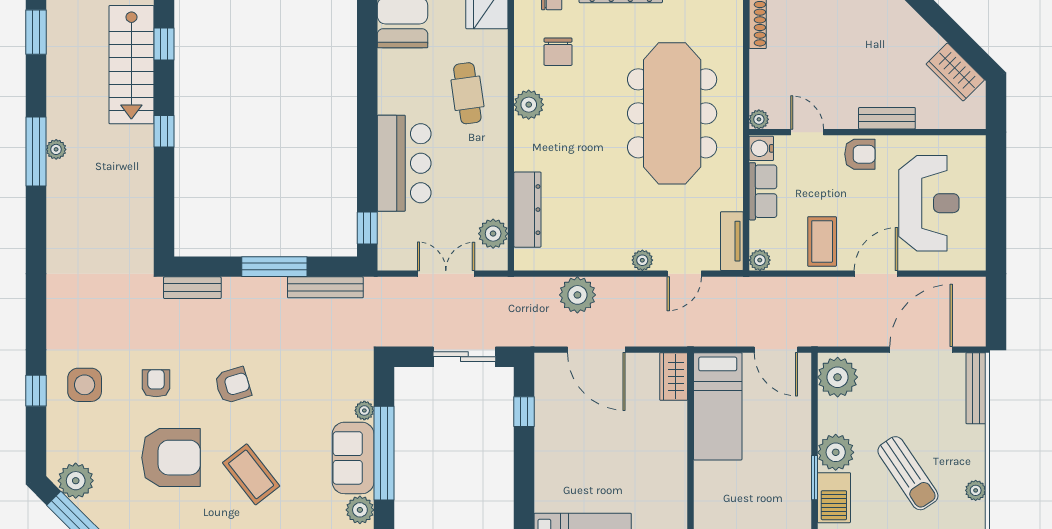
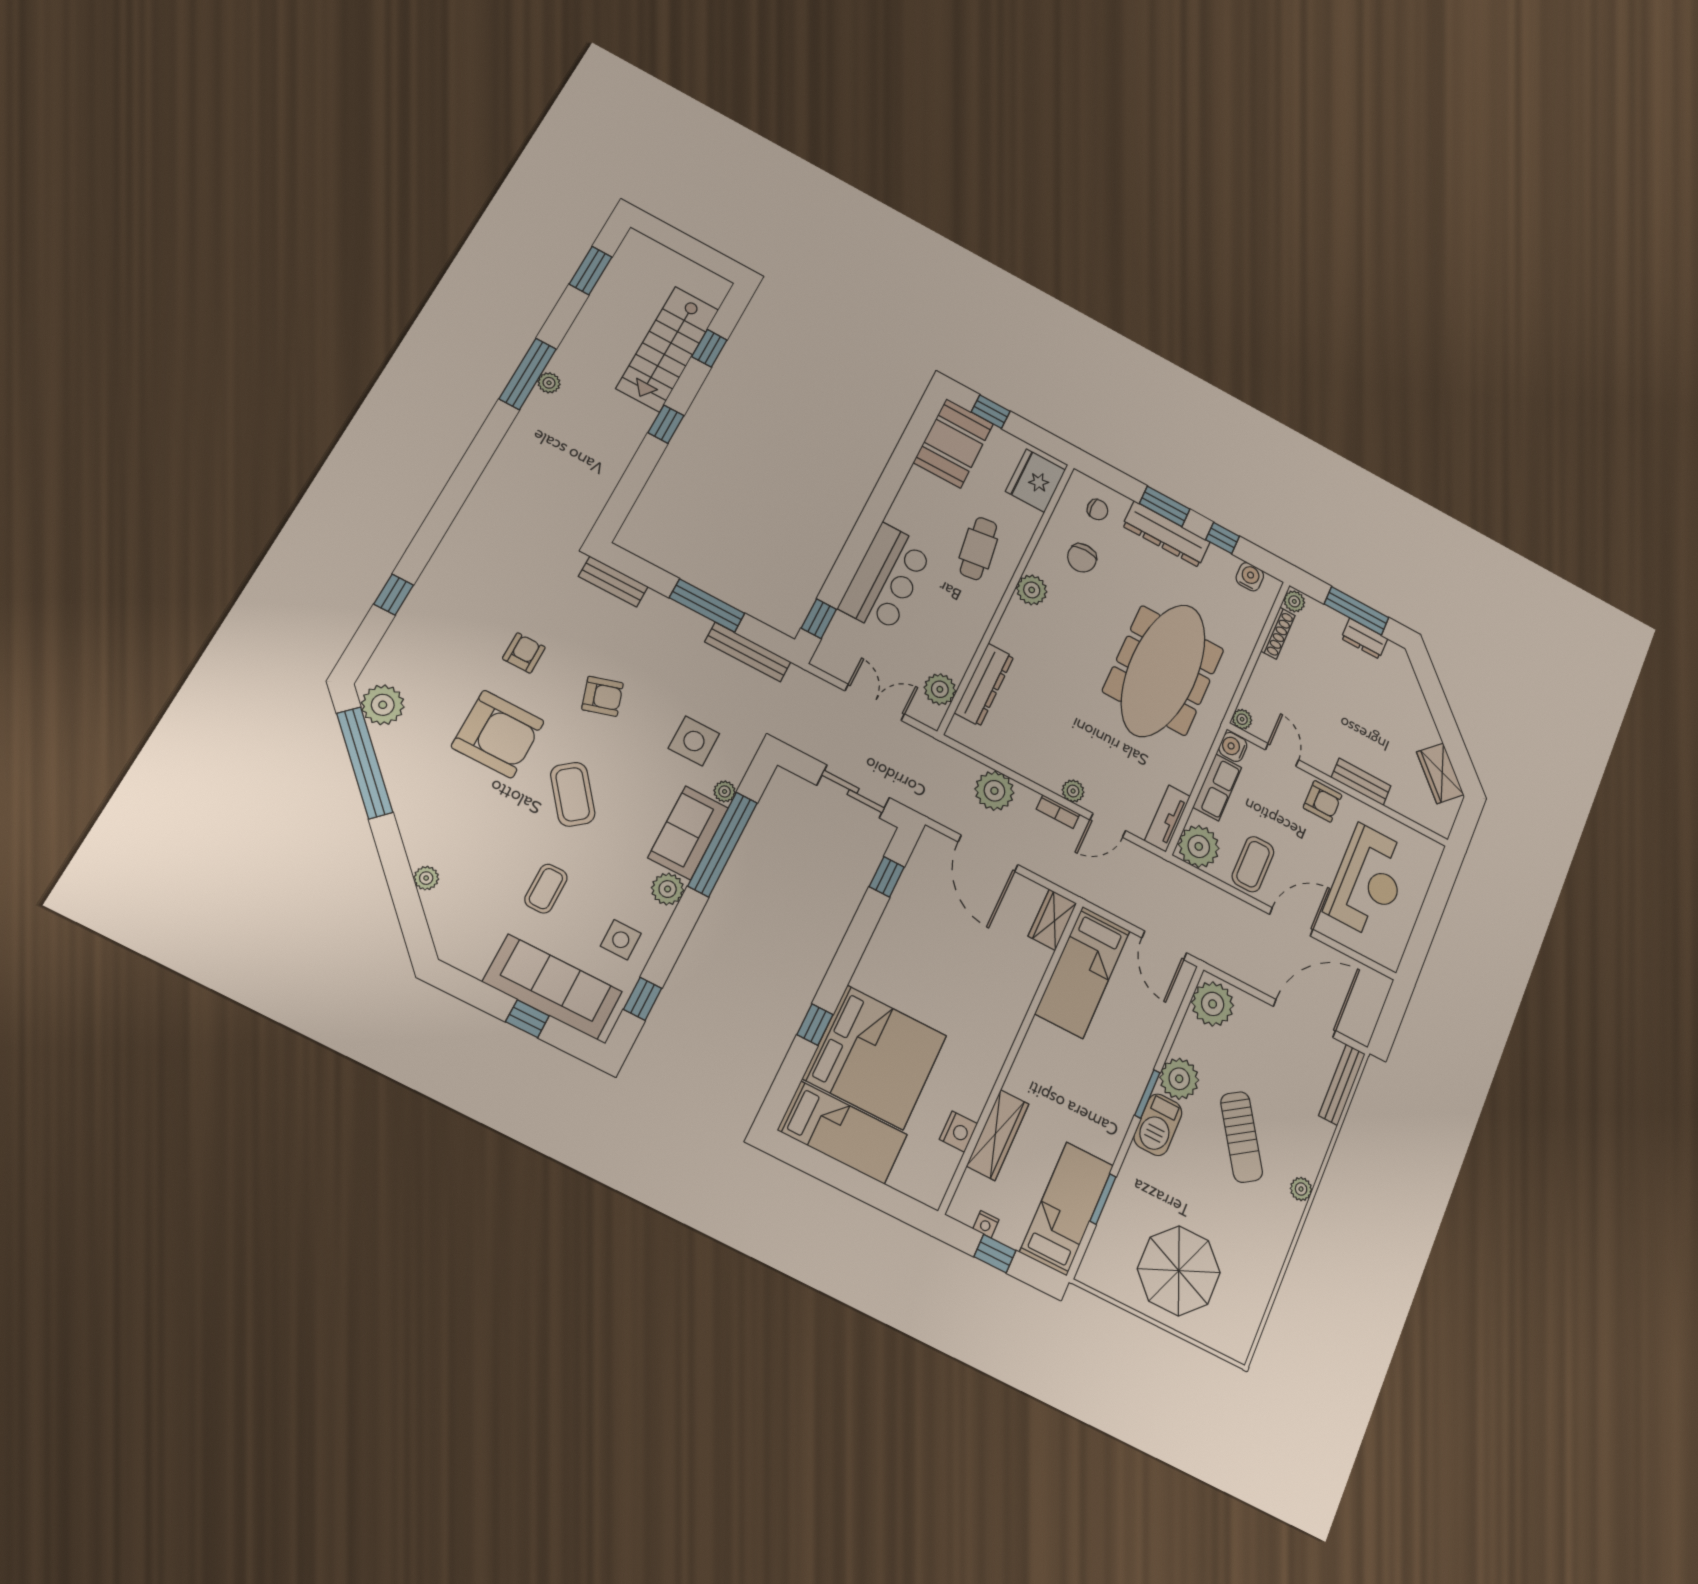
plant: (760, 260) -> (1199, 846), width x1.88, depth x1.88
bookcase: (638, 284) -> (1058, 812), added
side table: (85, 385) -> (694, 741), moved

